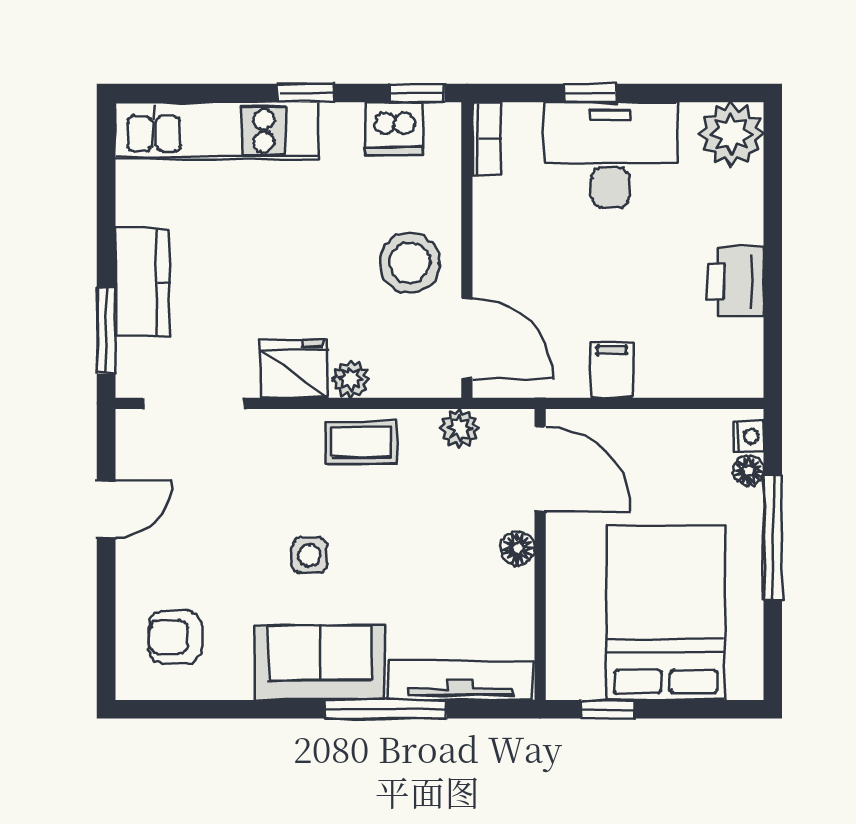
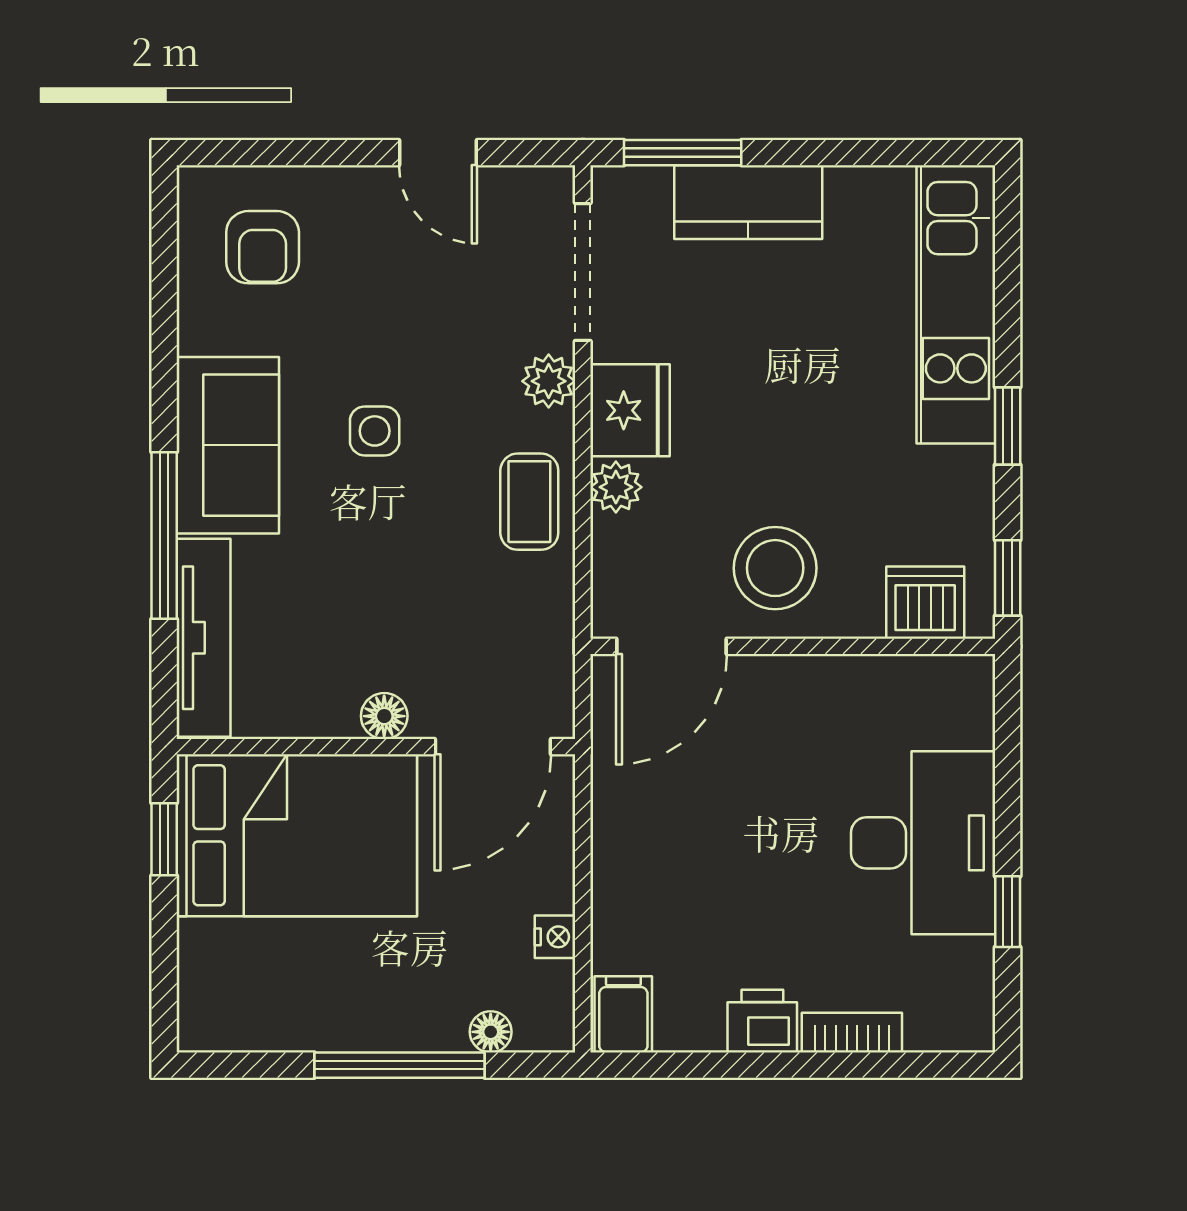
window: (590, 93) -> (1008, 912), moved
dishwasher: (394, 129) -> (925, 603), moved, turned 90
plant: (731, 134) -> (951, 1008), removed
bookcase: (487, 139) -> (852, 1033), moved, turned 180
printer: (735, 281) -> (762, 1021), width x0.73, depth x0.81
filing cabinet: (612, 370) -> (623, 1014), moved, turned -90
plant: (460, 428) -> (549, 381), moved
nightstand: (749, 436) -> (555, 937), moved, turned -90
bed: (666, 612) -> (297, 835), moved
armchair: (175, 637) -> (263, 247), turned 180

